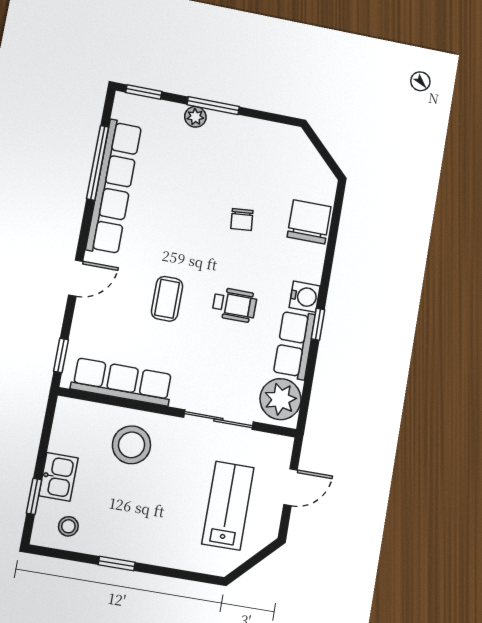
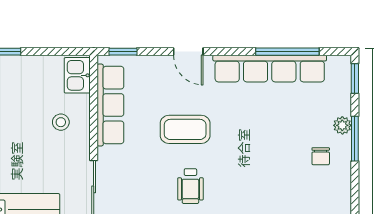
chair: (242, 220) -> (321, 156), moved, turned -85
coffee table: (167, 299) -> (185, 129), width x1.36, depth x1.30
stool: (132, 445) -> (61, 122), width x0.53, depth x0.53
kitchen sink: (58, 477) -> (77, 75), moved, turned 90

